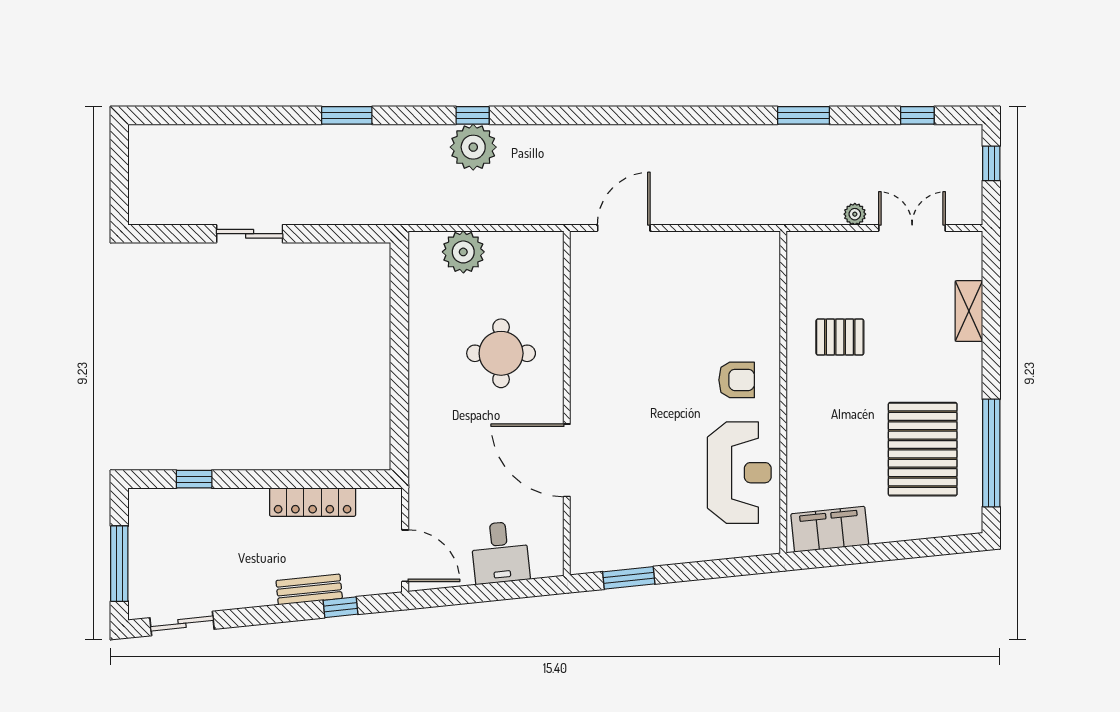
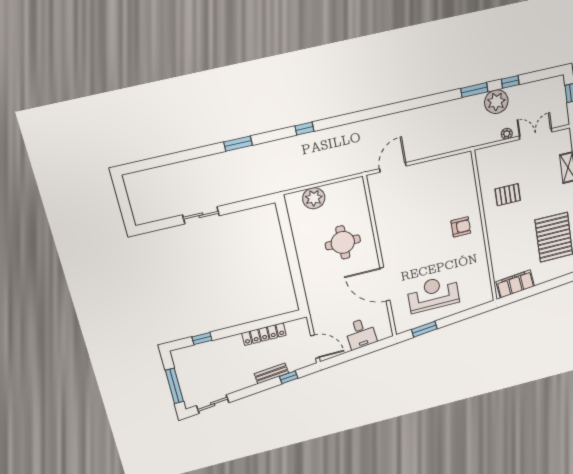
window: (917, 115) -> (510, 82), moved
plant: (473, 147) -> (496, 102), moved
reception desk: (739, 473) -> (433, 294), moved, turned -90

